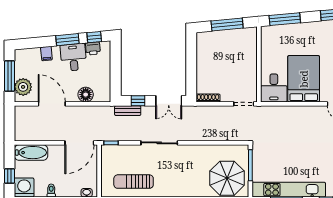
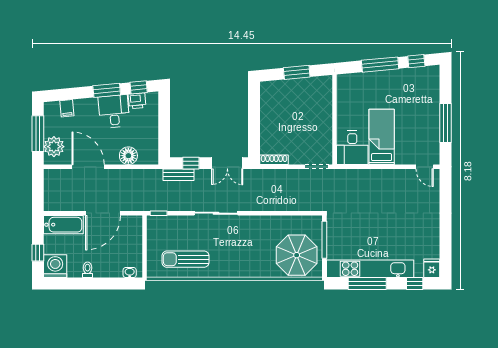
window: (285, 19) -> (380, 65), moved
window: (227, 25) -> (297, 72), width x0.69
filing cabinet: (46, 54) -> (67, 108), moved
bed: (304, 79) -> (382, 137), width x0.67
door: (79, 143) -> (103, 213), moved

